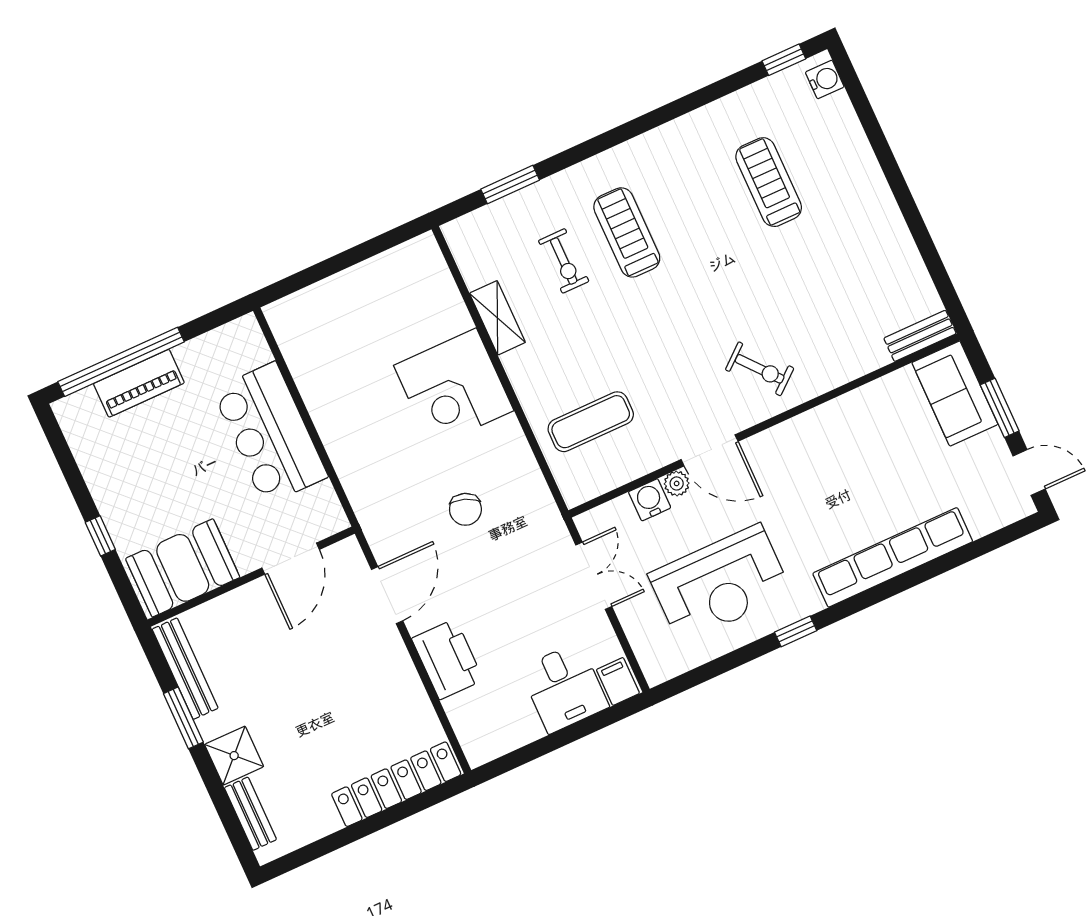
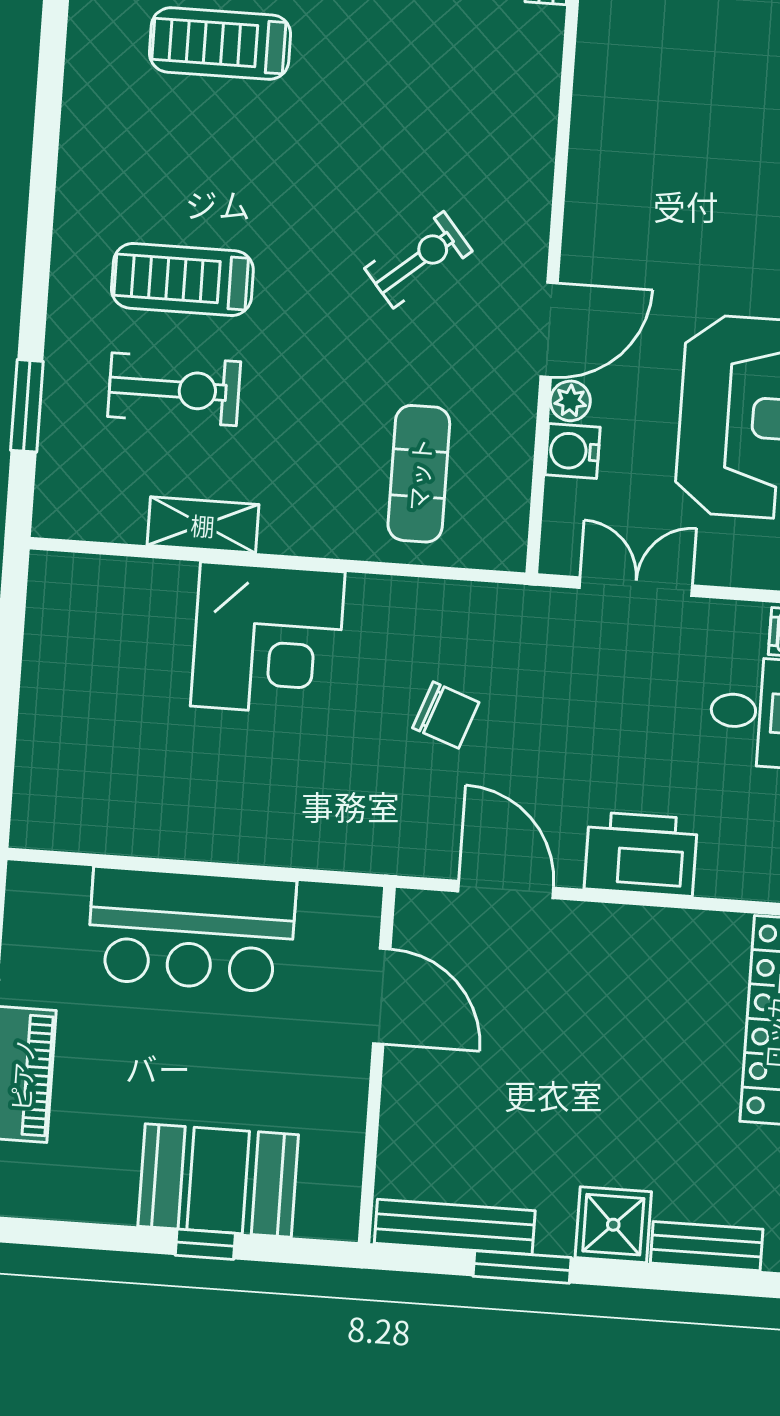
exercise bike: (564, 261) -> (174, 389), width x1.38, depth x1.39
exercise bike: (760, 369) -> (418, 260), moved
booth: (183, 568) -> (218, 1180), moved, turned 90

